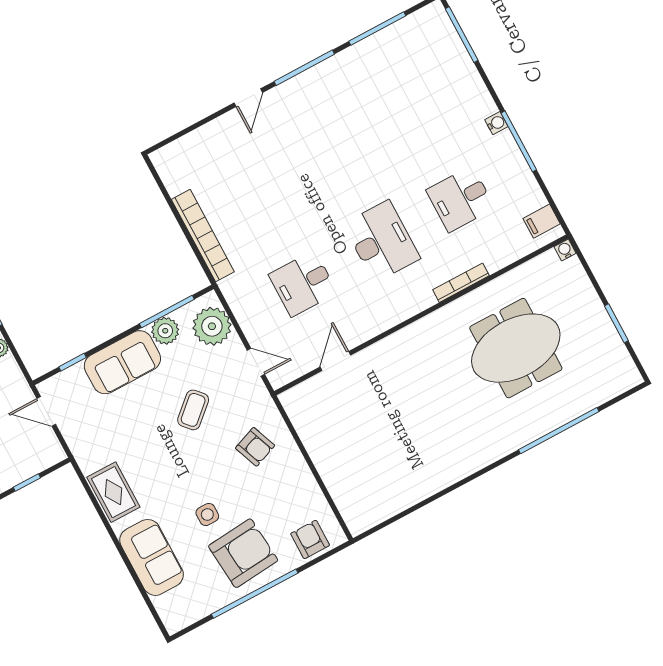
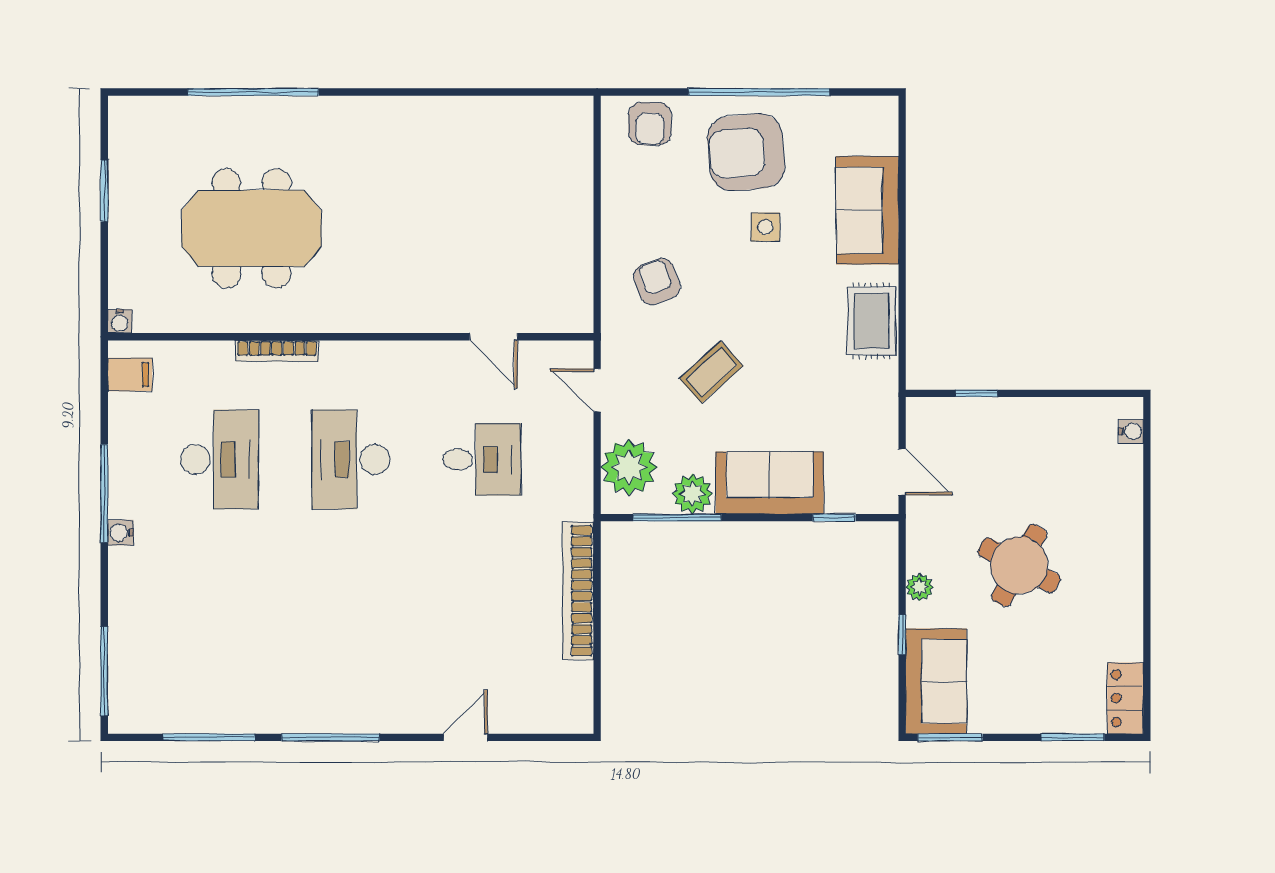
door: (248, 98) -> (466, 737), moved
desk: (461, 199) -> (220, 459), width x1.37
door: (335, 361) -> (494, 337), hinge flipped

